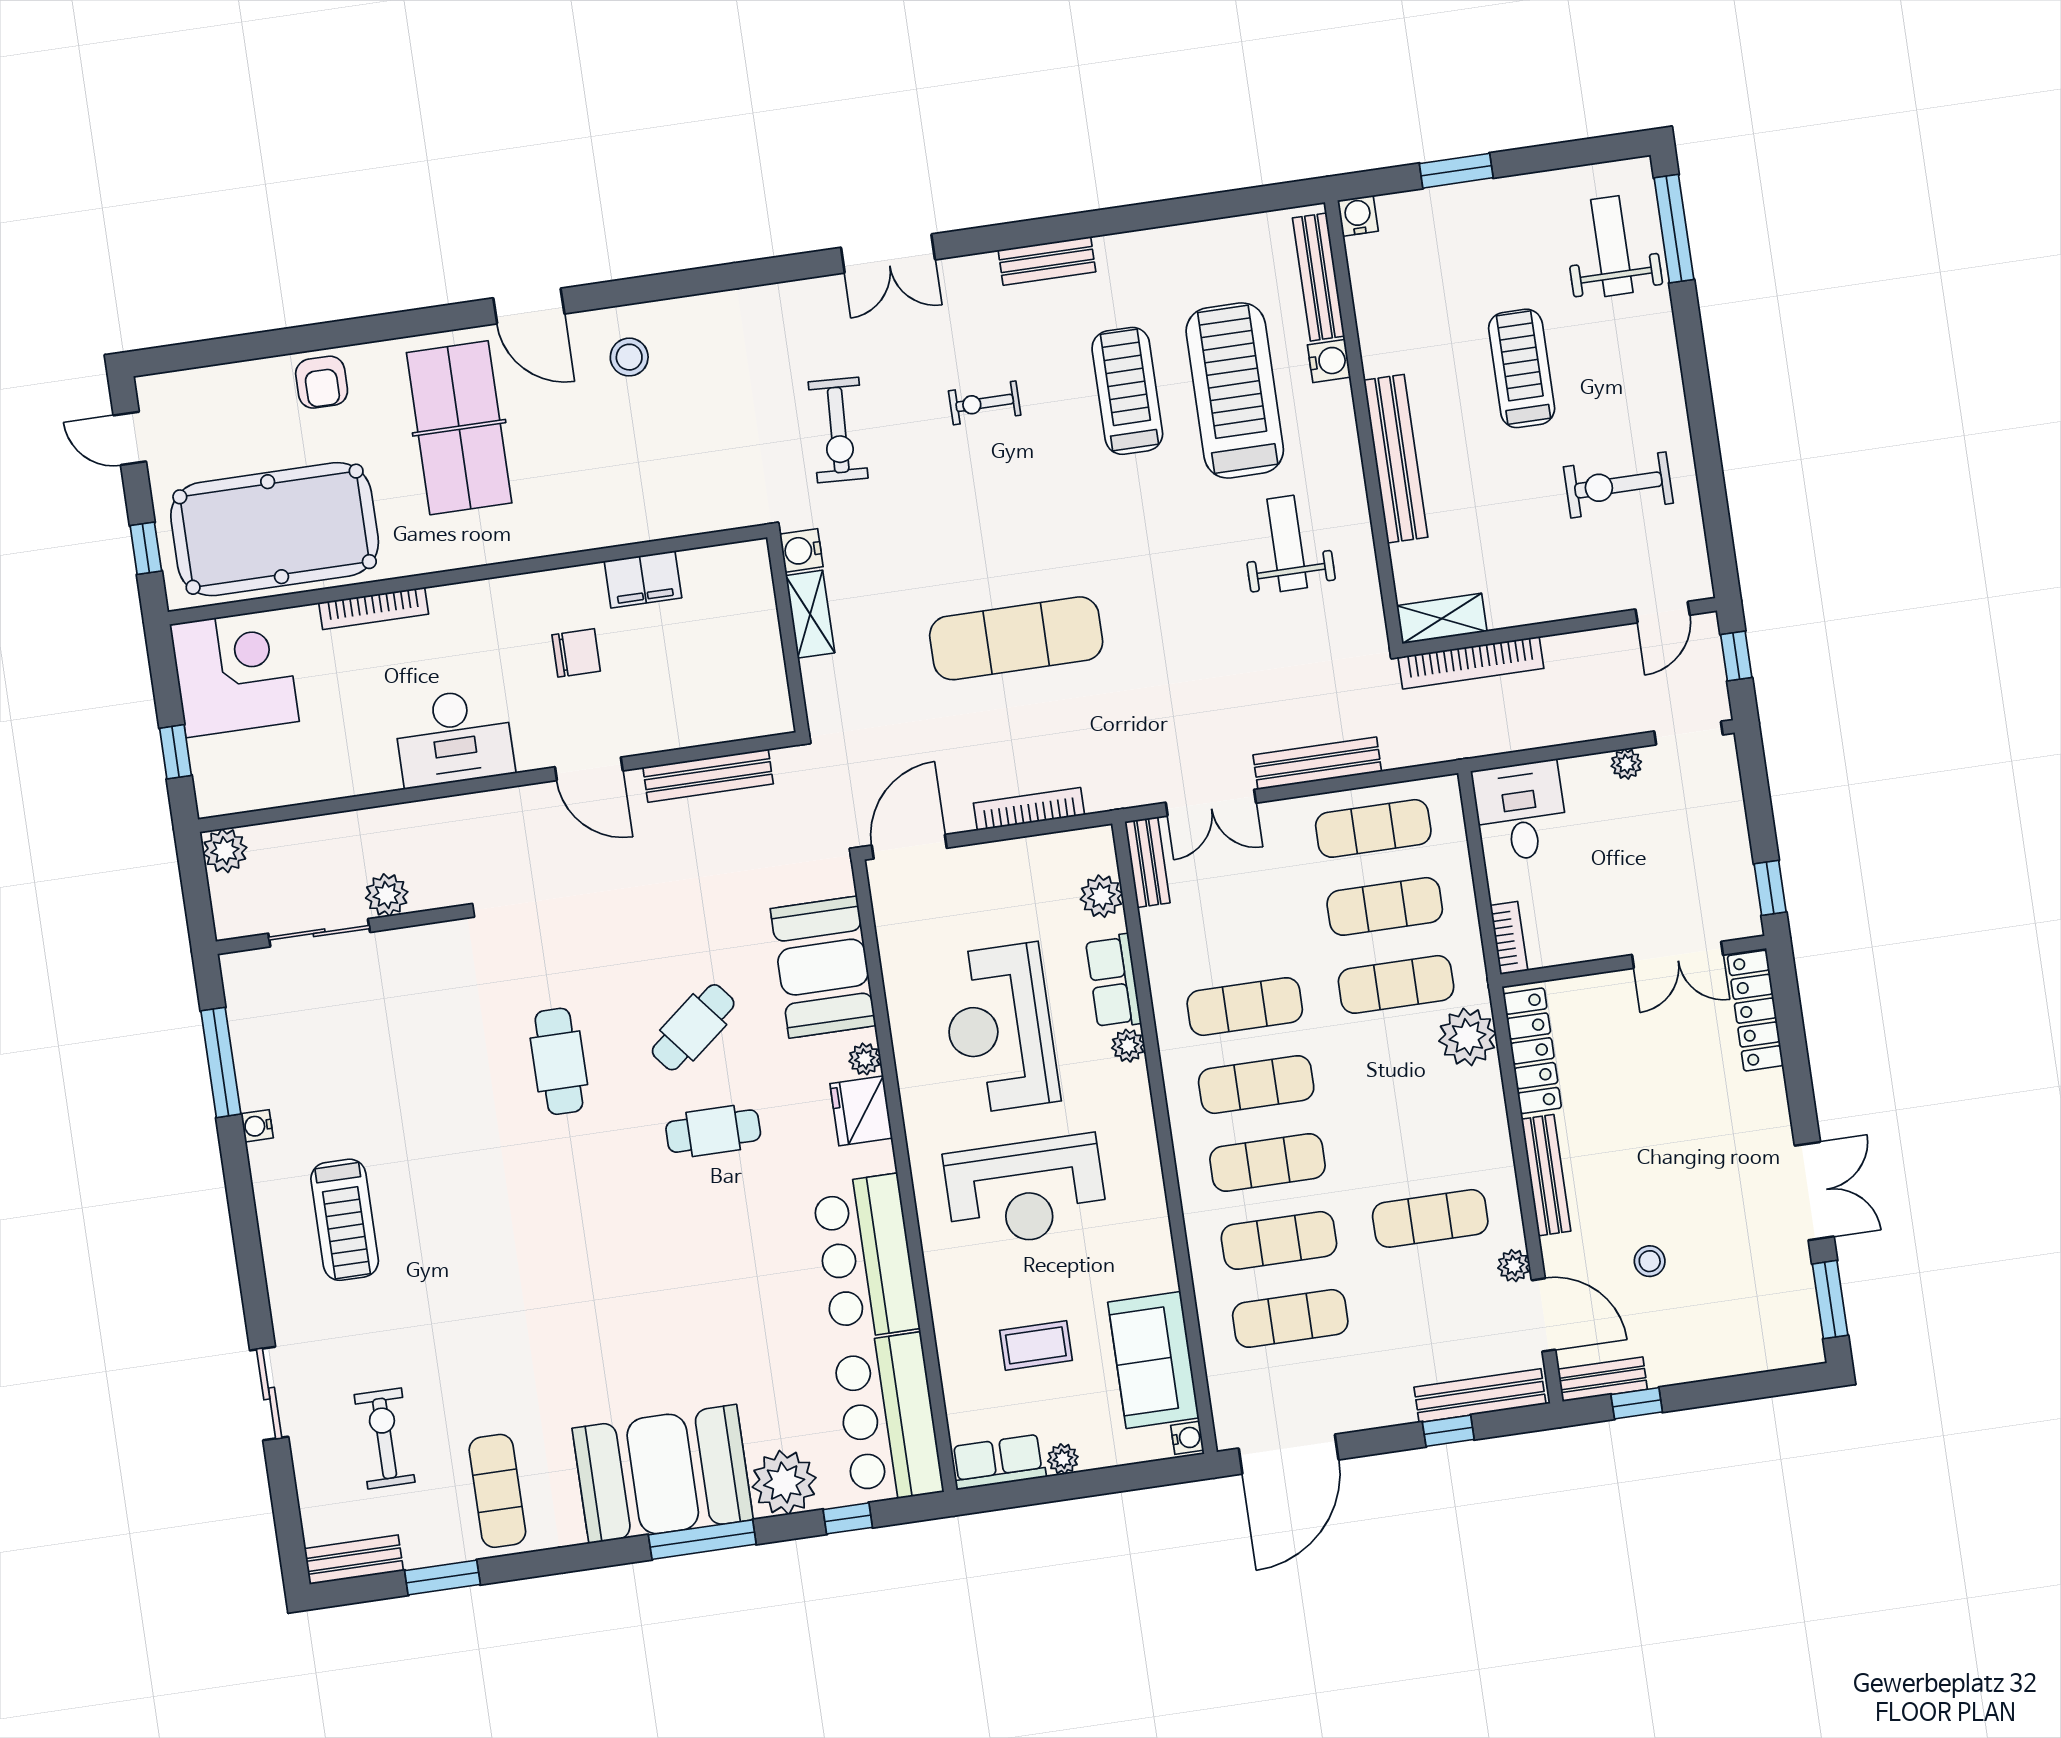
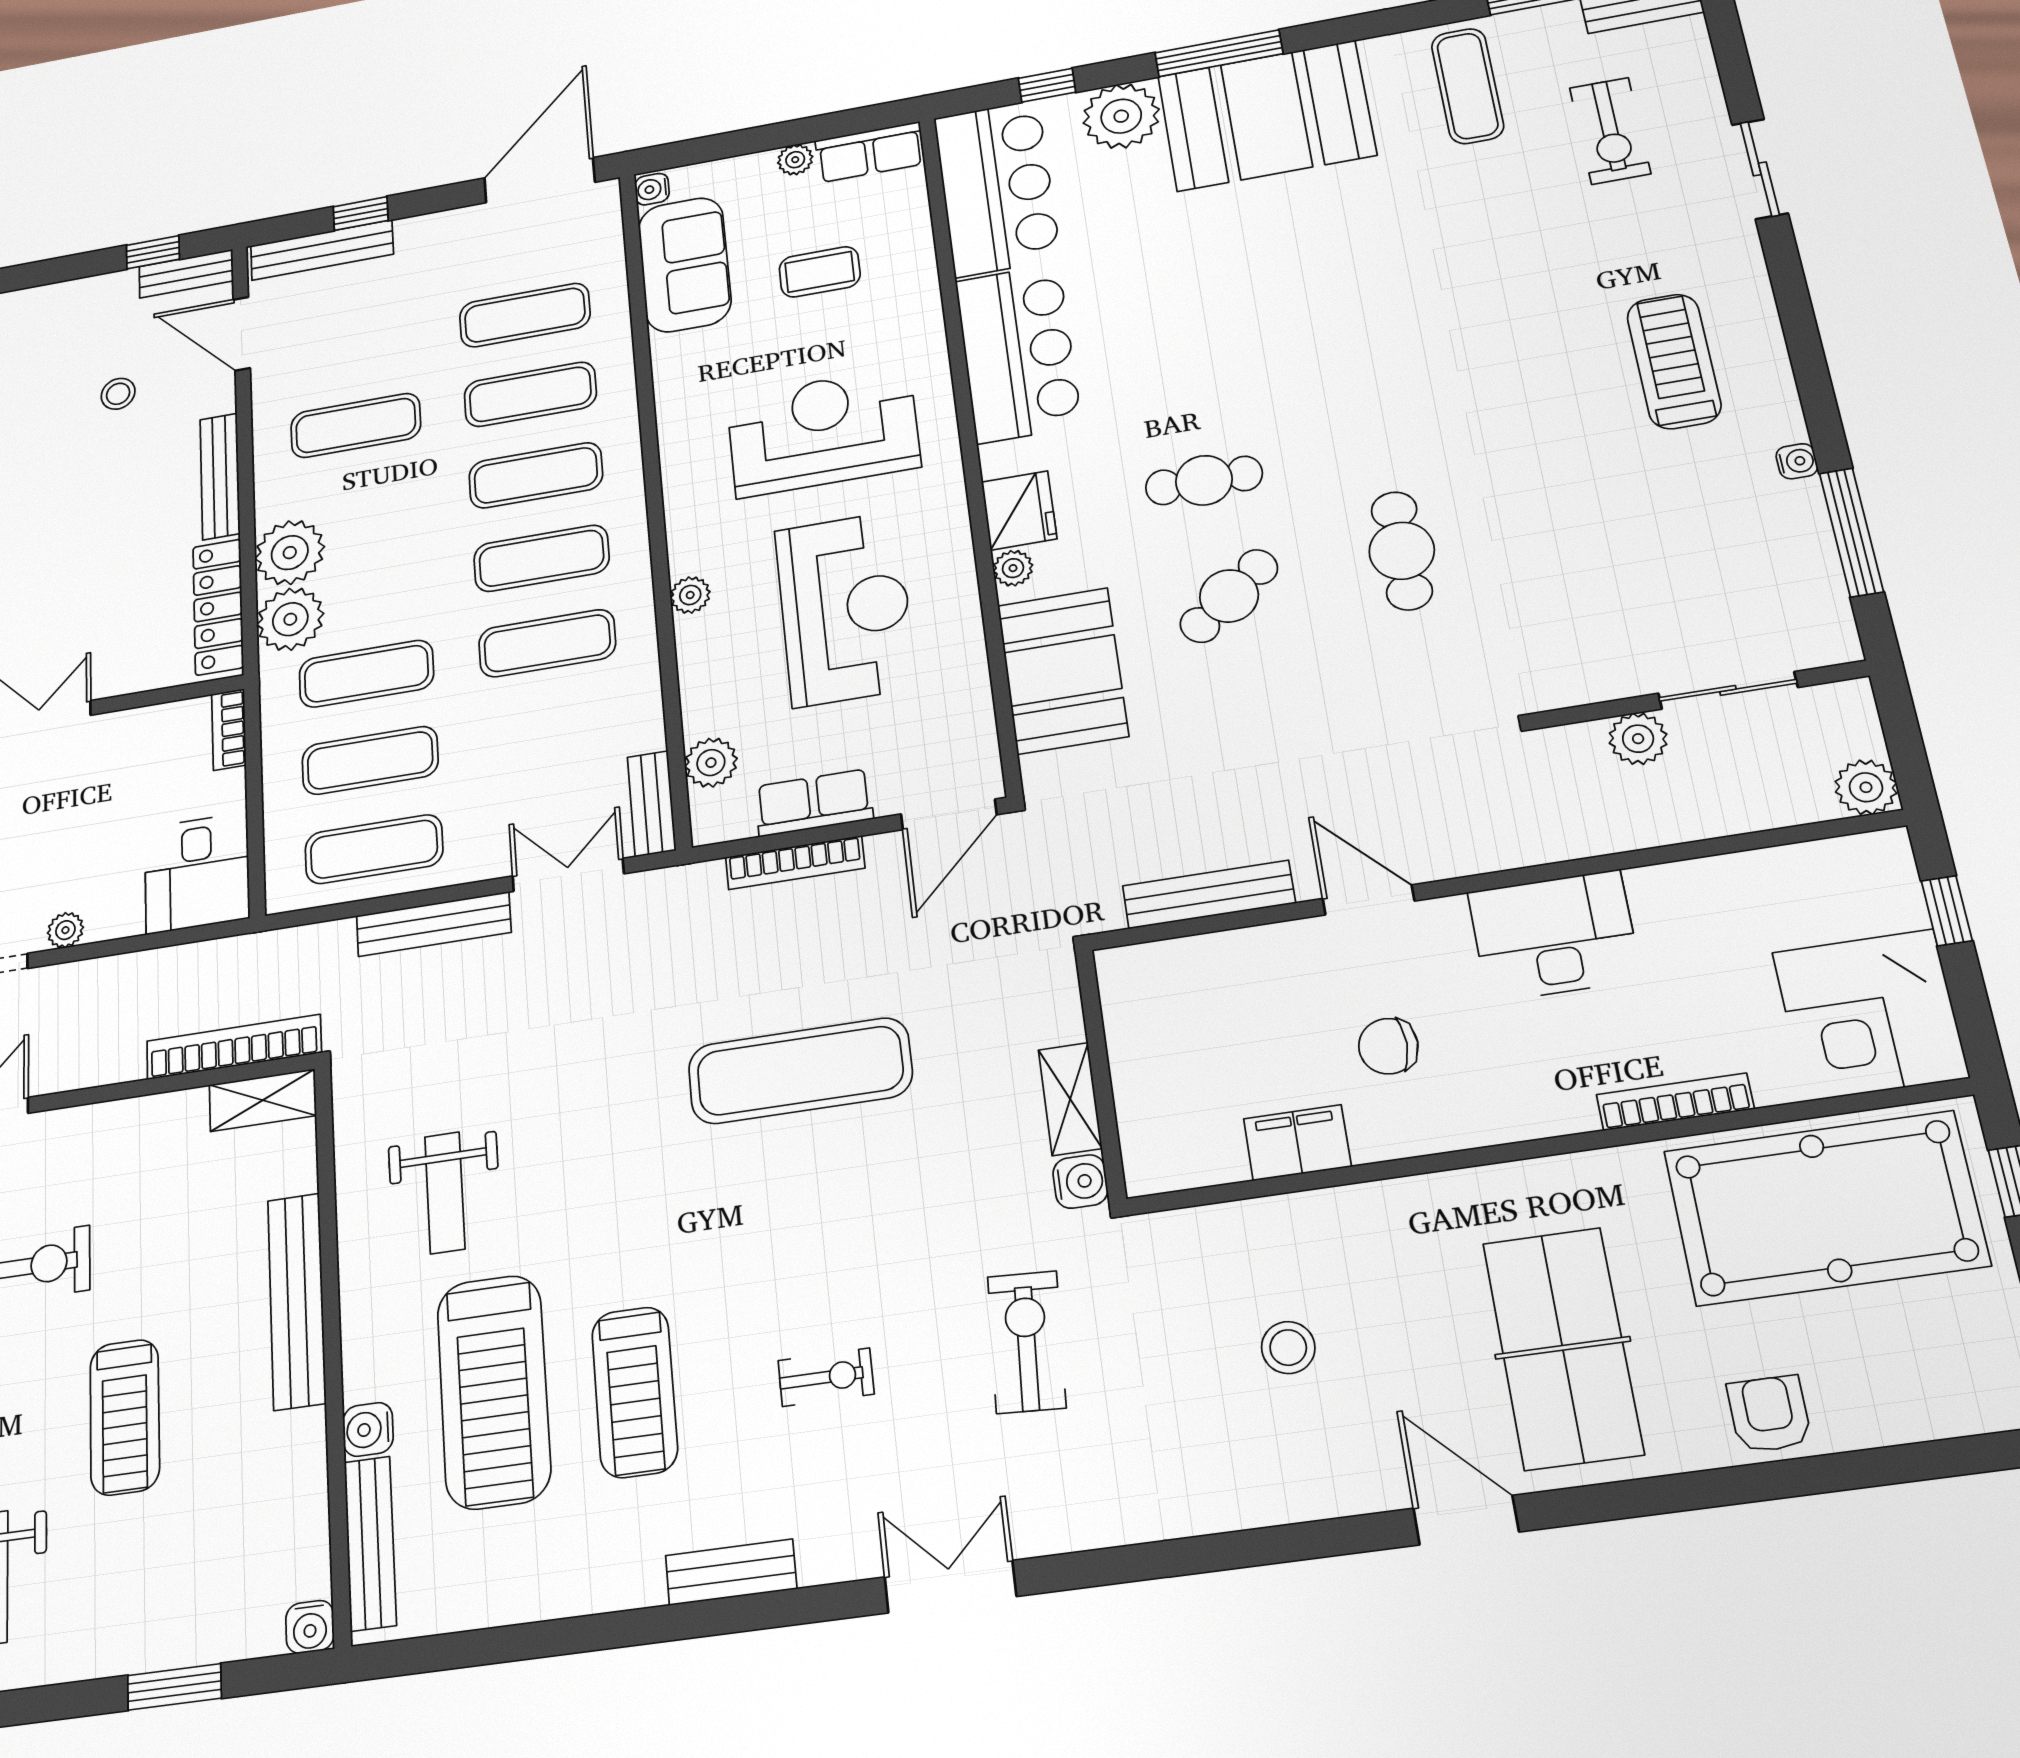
stool: (629, 357) -> (1288, 1348), moved
row of seats: (1113, 981) -> (814, 803), moved, turned -90
plant: (1514, 1266) -> (290, 553), moved, width x1.87, depth x1.87

